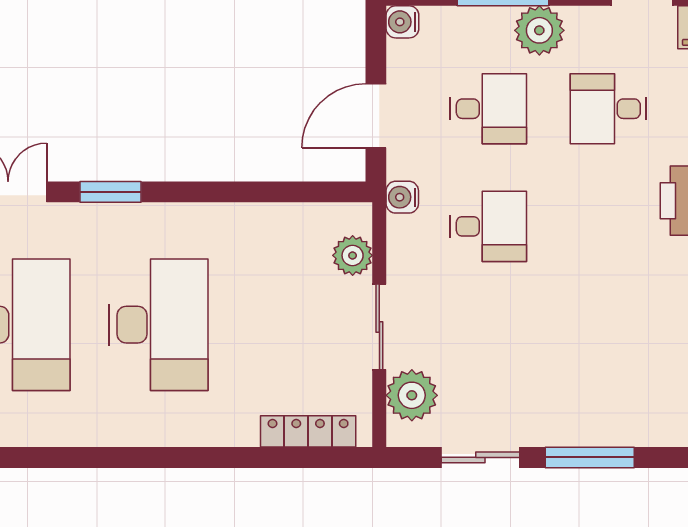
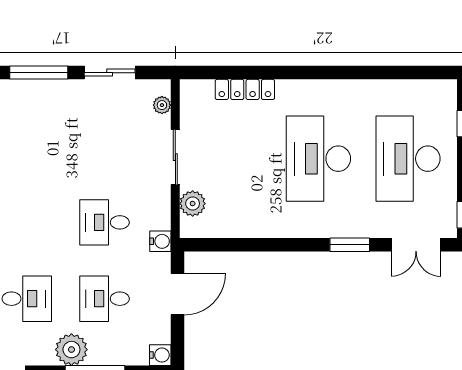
plant: (412, 395) -> (162, 105), width x0.53, depth x0.53
locker: (308, 431) -> (245, 89), moved

